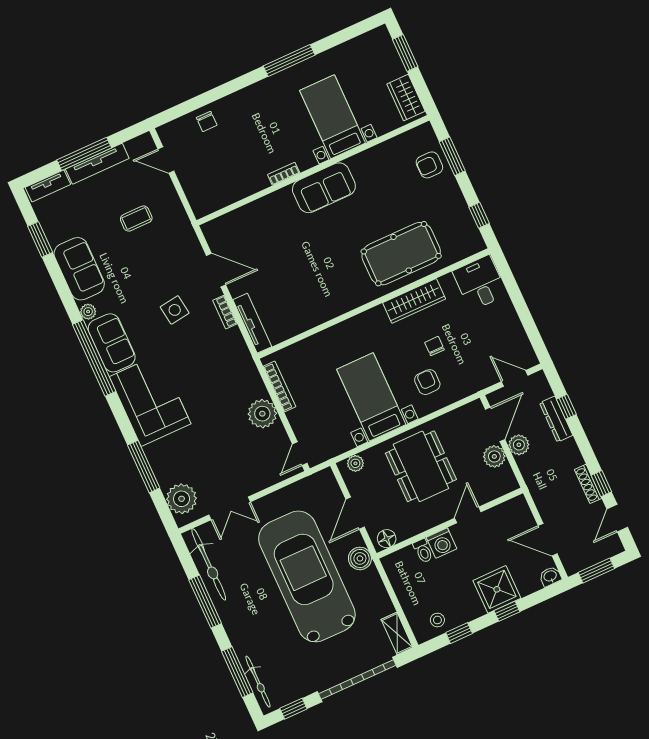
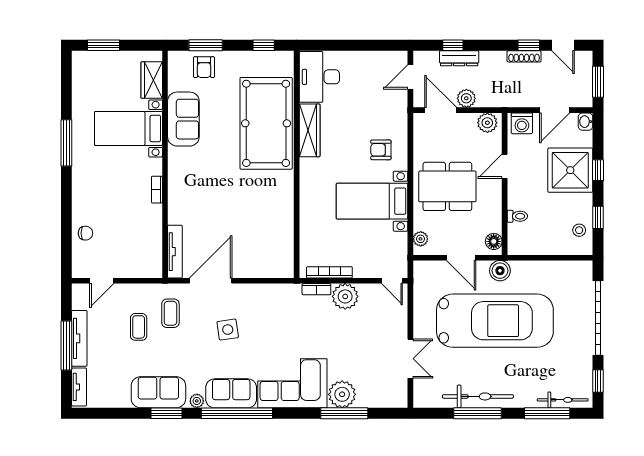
wardrobe: (406, 98) -> (152, 80), moved, turned 90
sofa: (324, 188) -> (183, 119), moved
window: (40, 239) -> (166, 413), moved
coffee table: (165, 244) -> (170, 313), added
pool table: (401, 254) -> (266, 123), width x1.36, depth x1.32
door: (216, 270) -> (211, 281), width x1.36
desk: (480, 283) -> (319, 77), width x1.37
bookcase: (225, 312) -> (316, 289), moved
tv unit: (252, 323) -> (175, 252), moved, turned 90
chair: (434, 346) -> (354, 130), removed
plant: (494, 456) -> (487, 123), moved
plant: (182, 499) -> (342, 394), moved
door: (468, 515) -> (505, 166), hinge flipped
washing machine: (442, 543) -> (522, 123), moved, turned 90
bicycle: (209, 564) -> (478, 396), moved
car: (307, 576) -> (495, 321), turned 180
shower: (497, 589) -> (570, 170), width x1.37, depth x1.37
shelving: (397, 633) -> (575, 268), removed

